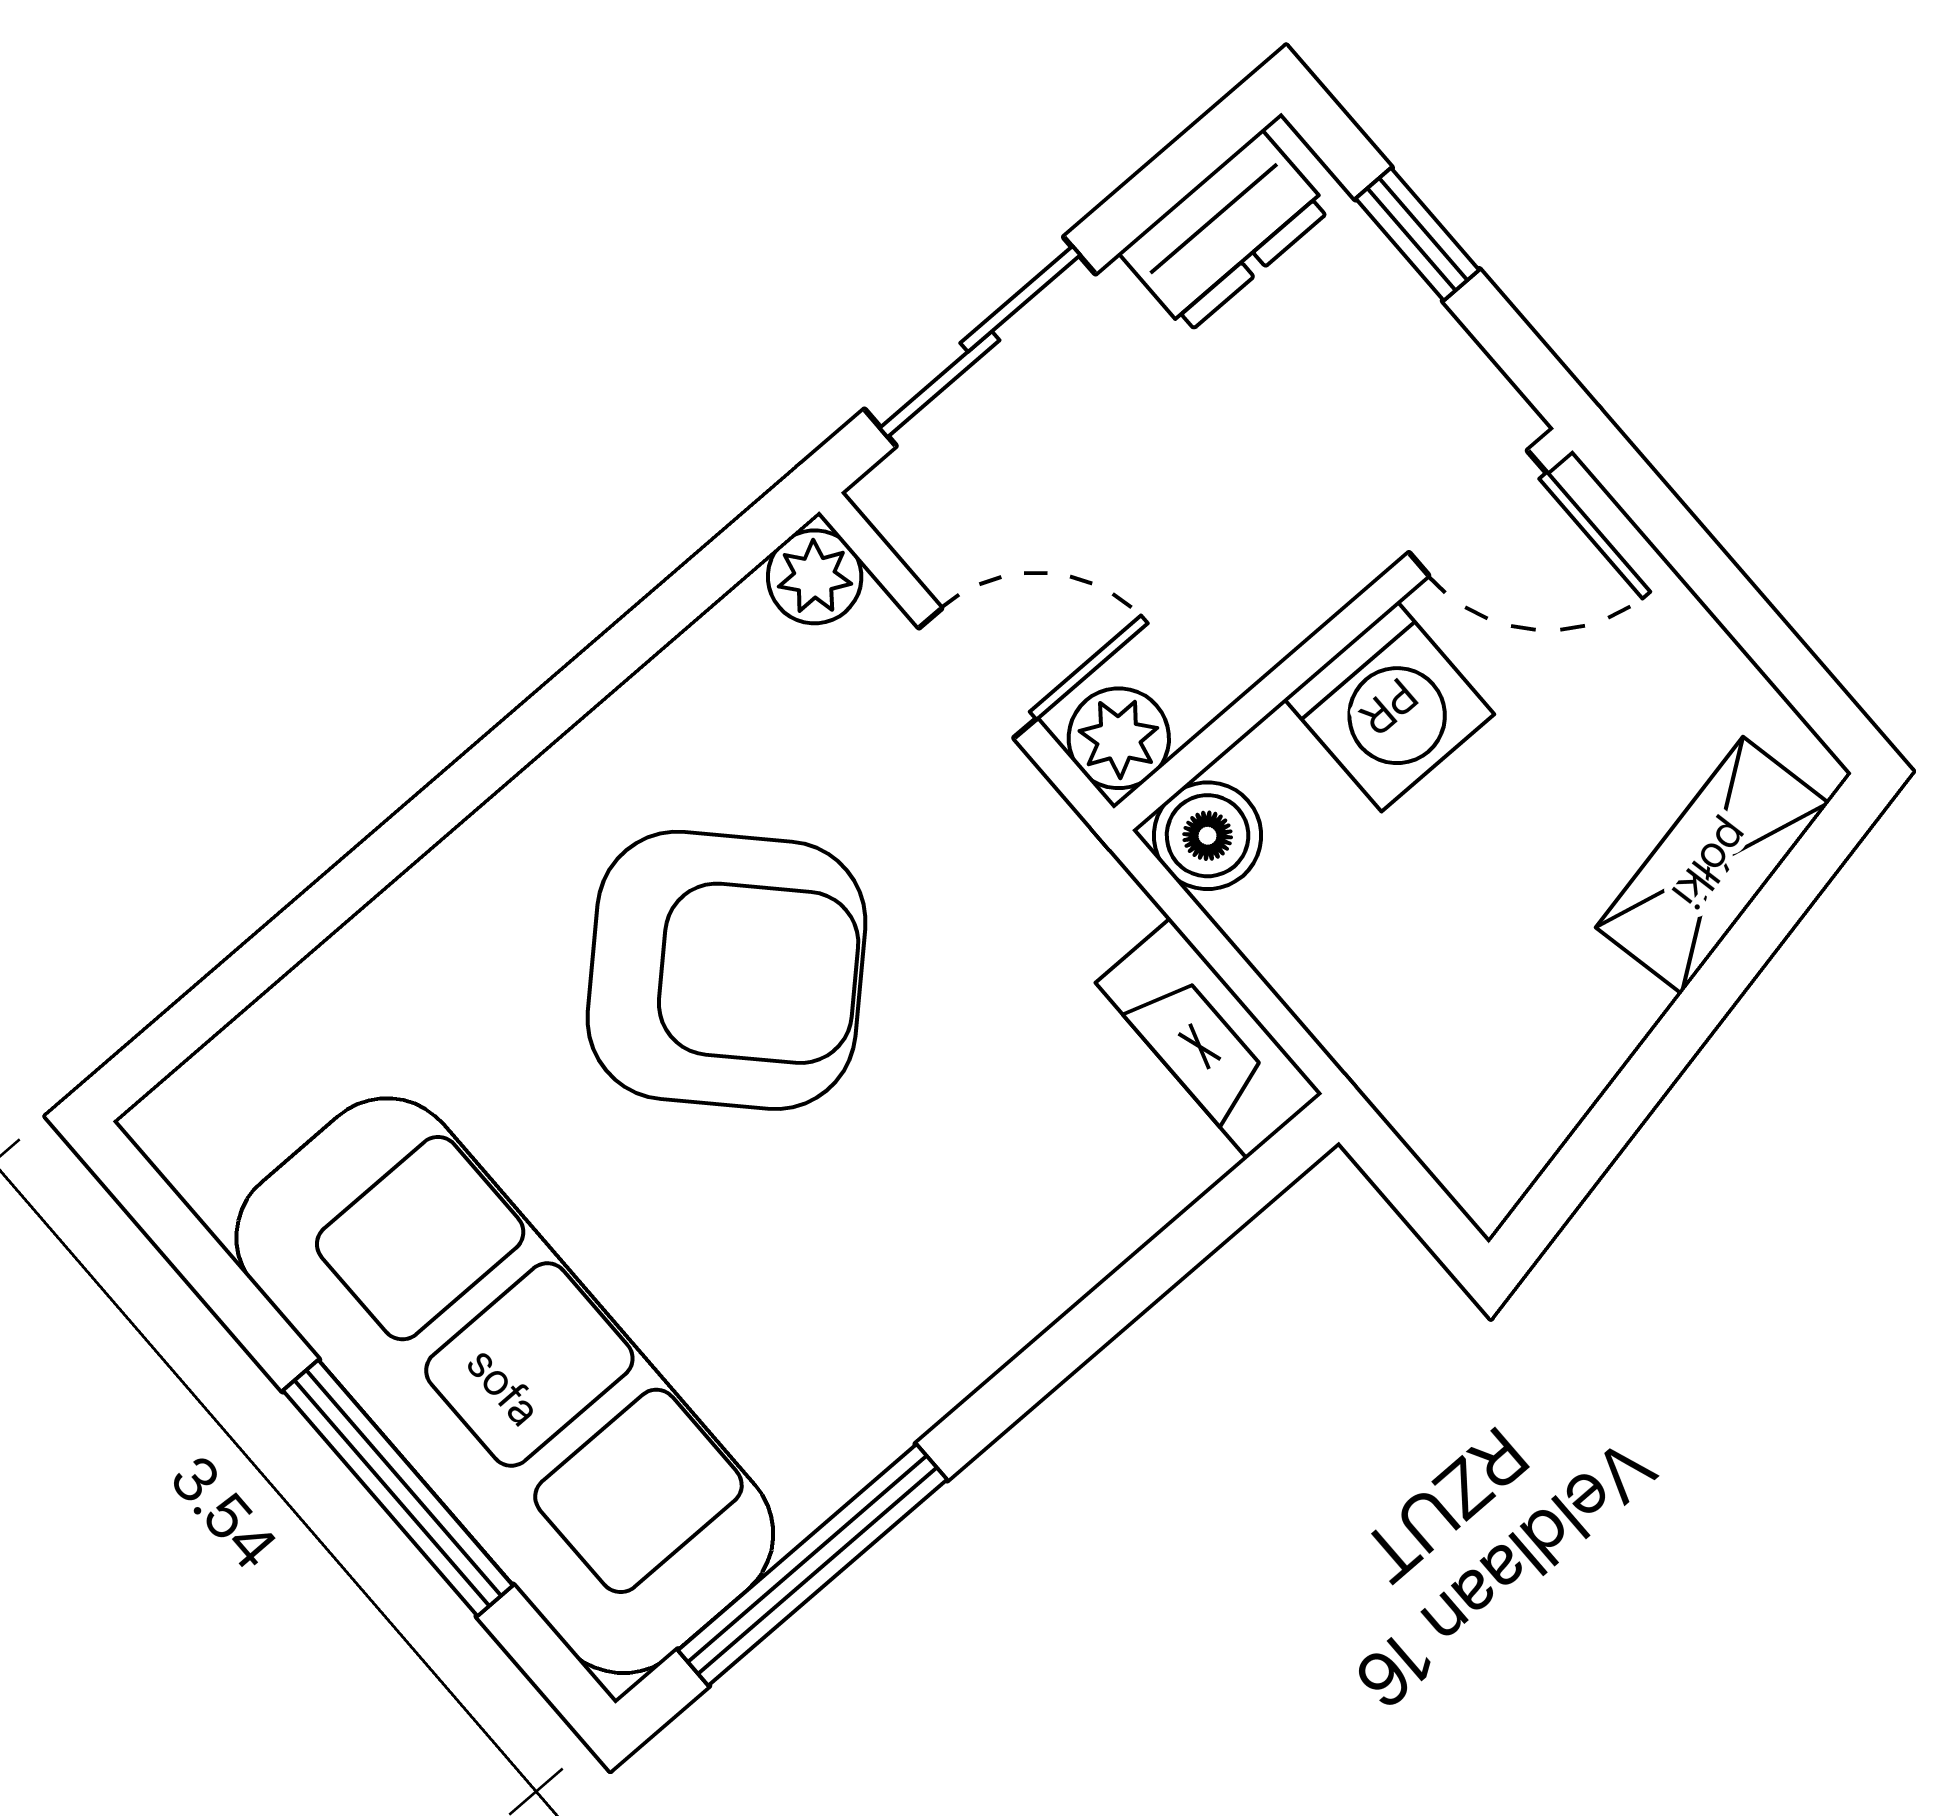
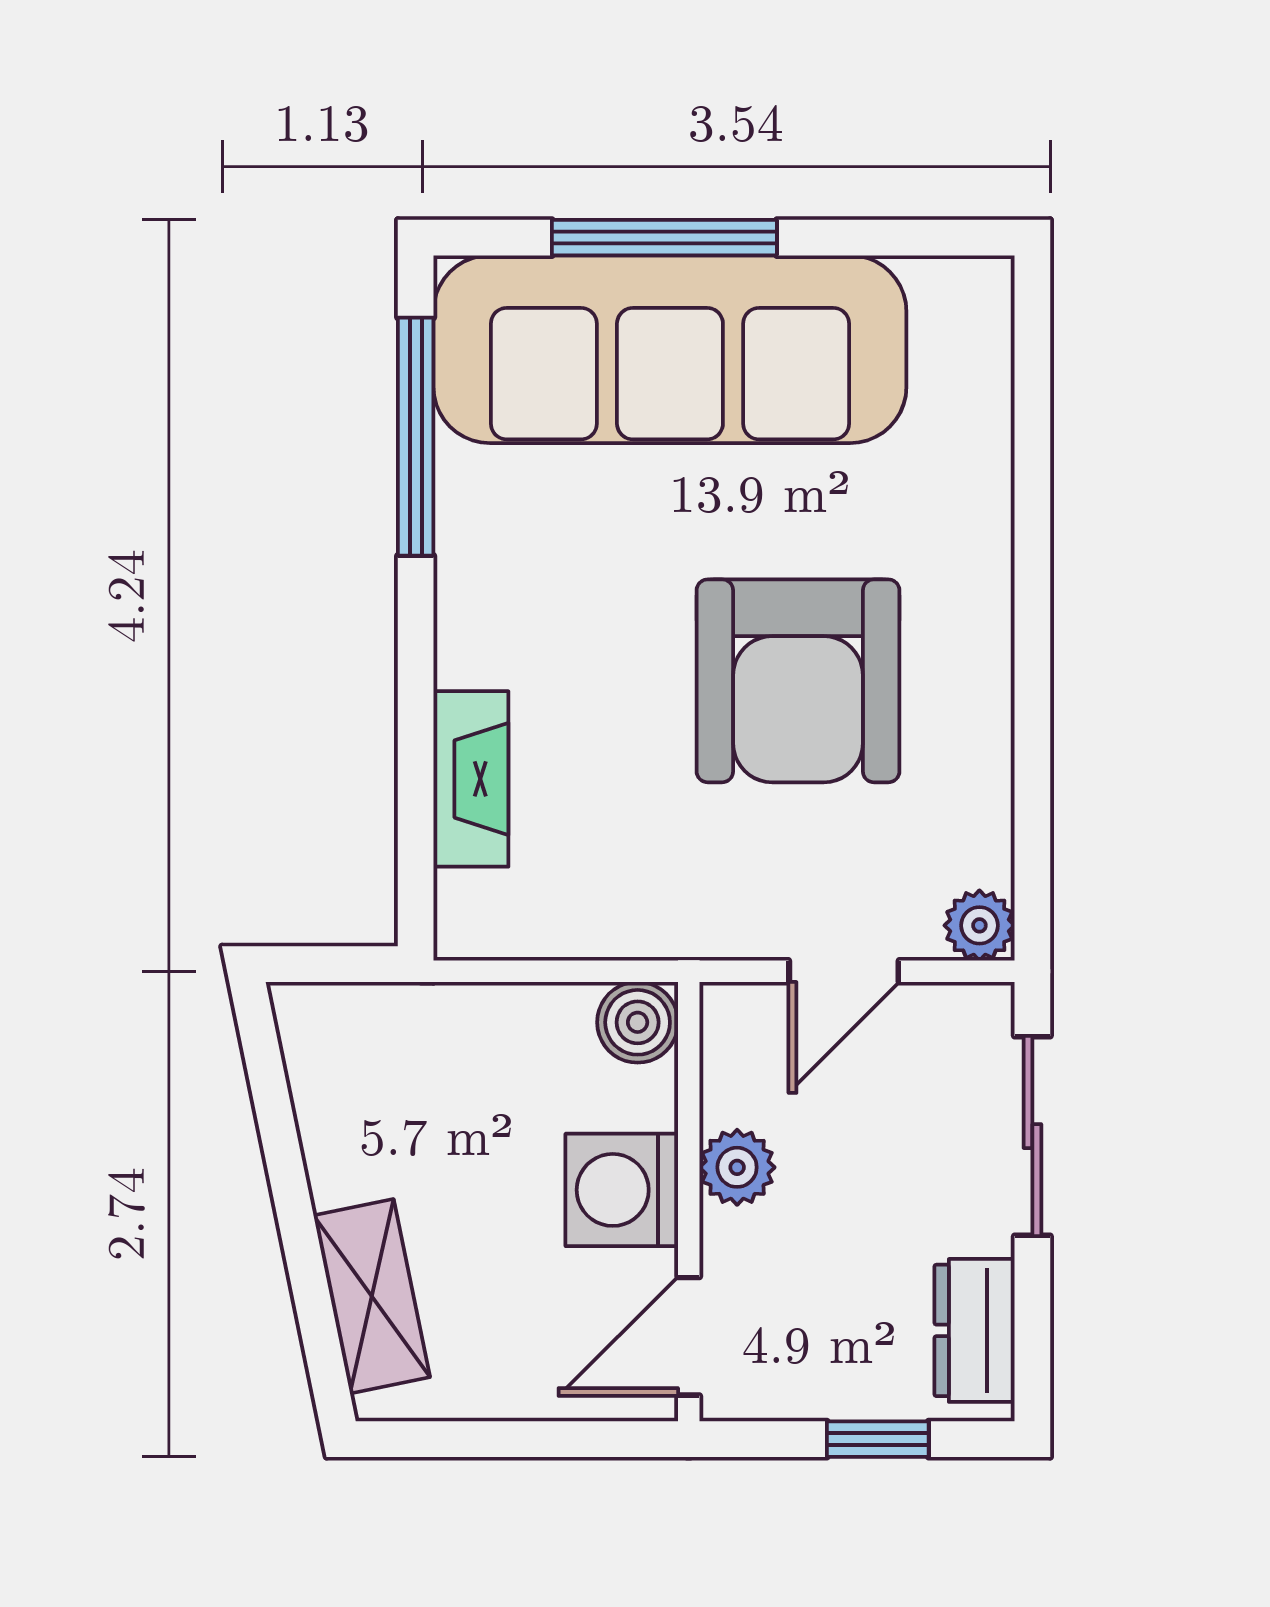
plant: (1119, 738) -> (737, 1167), moved
armchair: (726, 970) -> (798, 681), turned -46
fireplace: (1209, 1038) -> (471, 779), moved, turned 90

